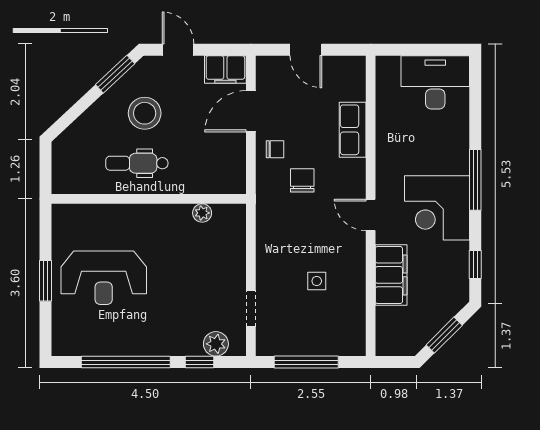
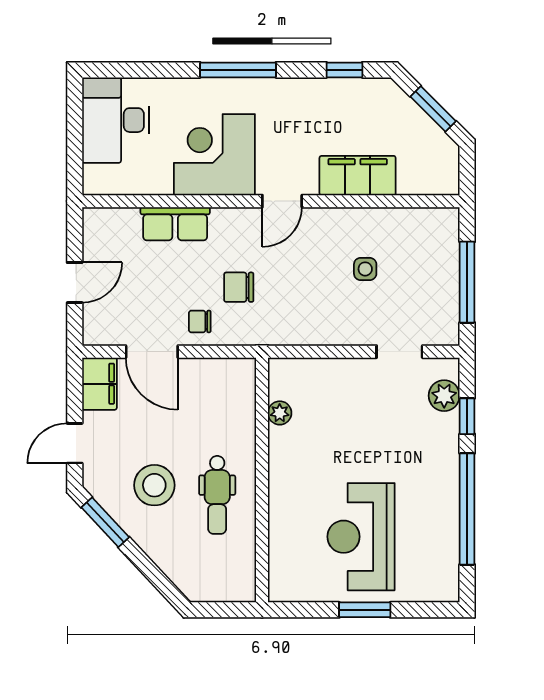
chair: (275, 149) -> (200, 321), turned -90
corner desk: (437, 208) -> (214, 155), moved, turned 180
reception desk: (104, 278) -> (361, 537), turned 180

